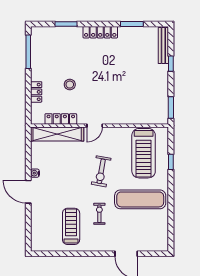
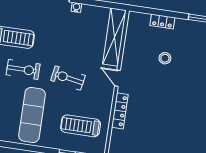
locker: (61, 119) -> (120, 111), moved
treadmill: (144, 153) -> (81, 126), width x0.73, depth x0.73
exercise bike: (99, 214) -> (23, 69), width x1.38, depth x1.39

